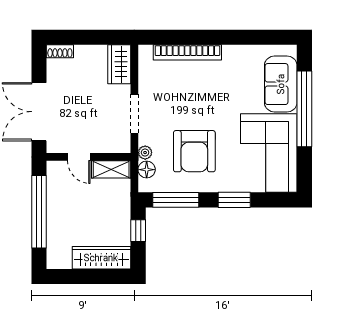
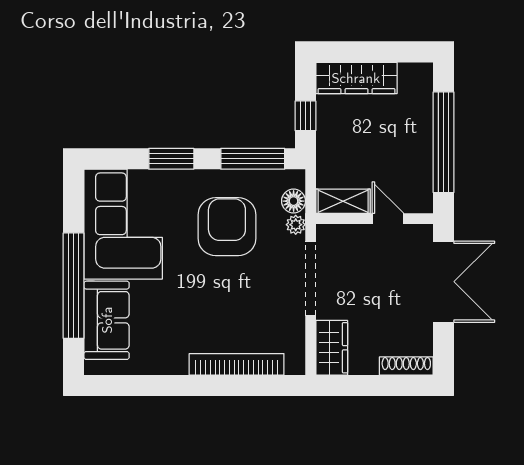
shoe rack: (60, 51) -> (406, 366), width x1.43
doorway: (134, 114) -> (311, 279), width x1.36

